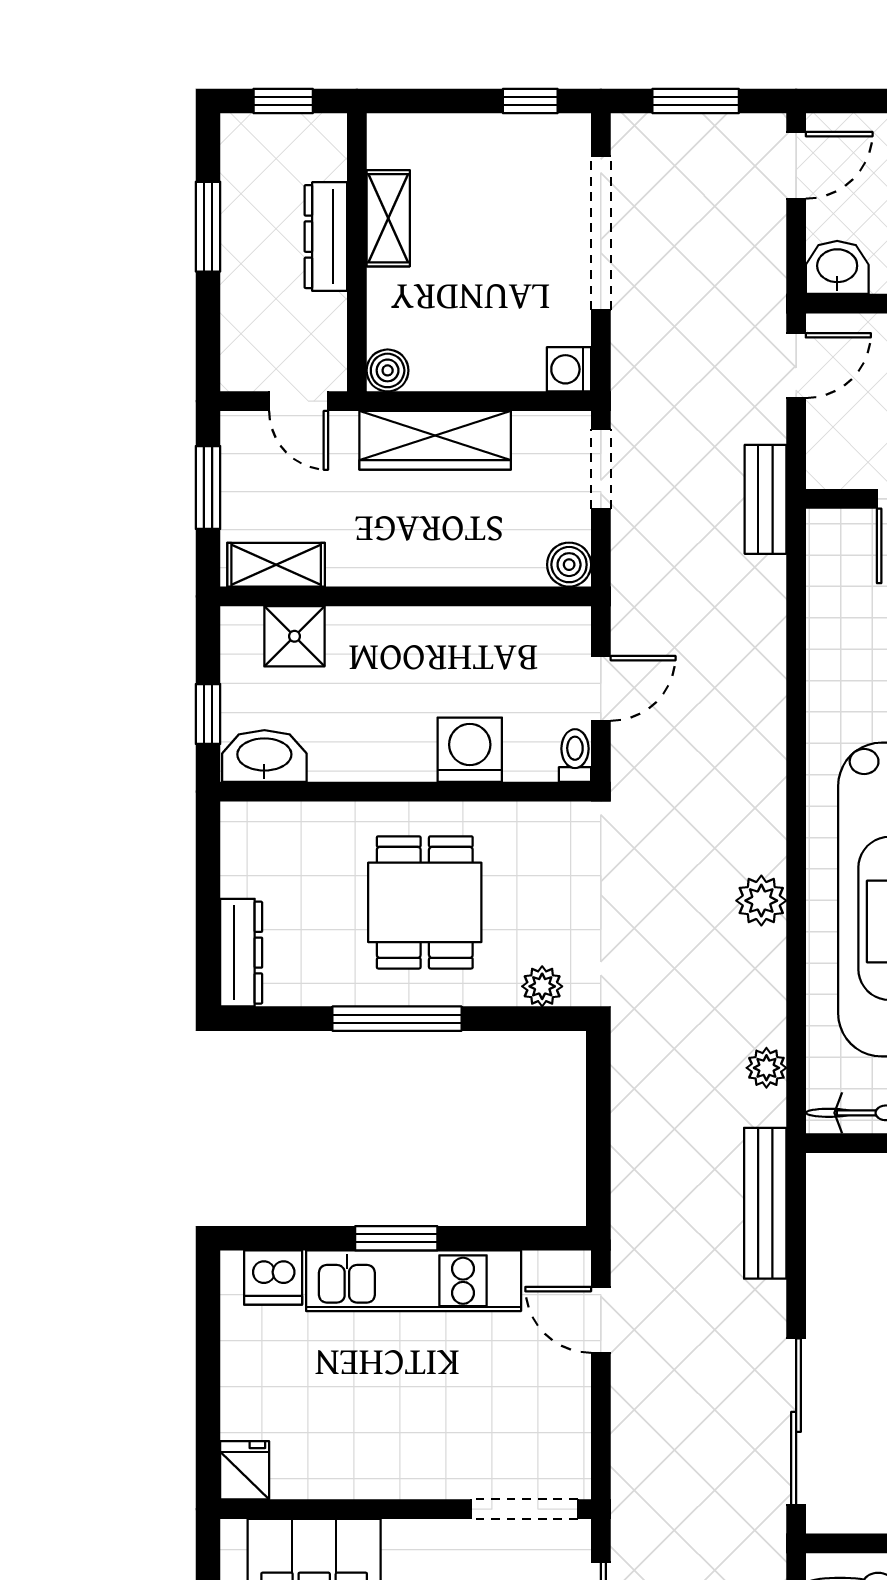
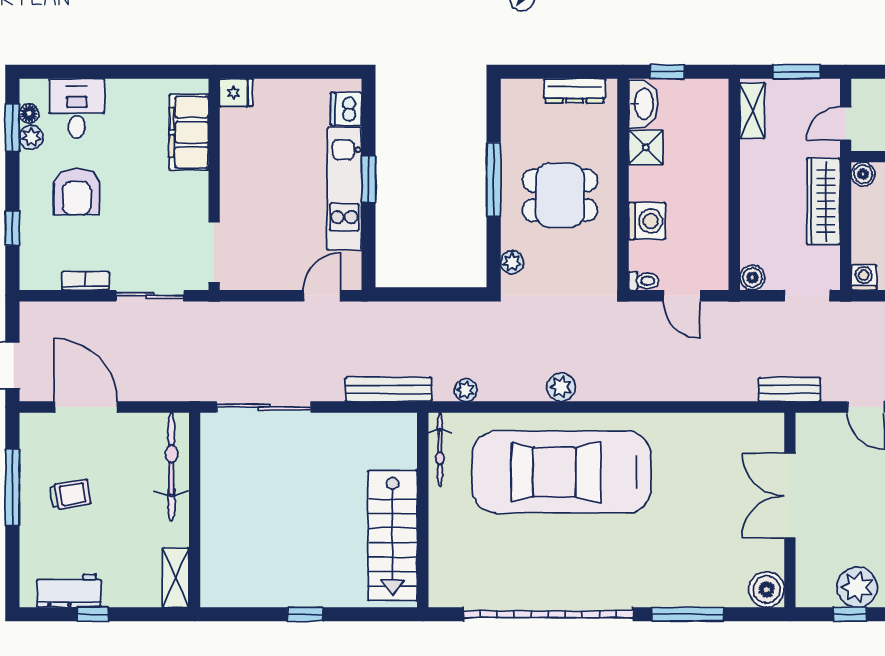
shower: (294, 636) -> (646, 147), moved
dresser: (241, 953) -> (574, 91), moved

